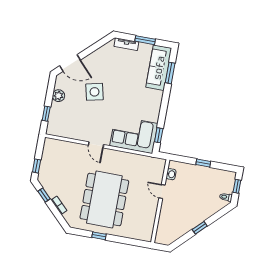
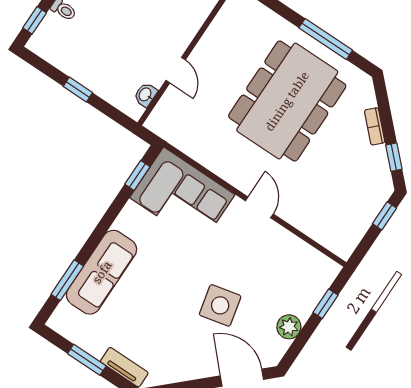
sofa: (159, 68) -> (102, 272), moved
window: (99, 236) -> (326, 39), width x2.17

